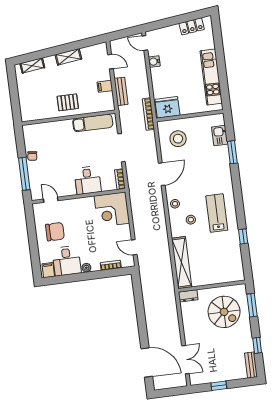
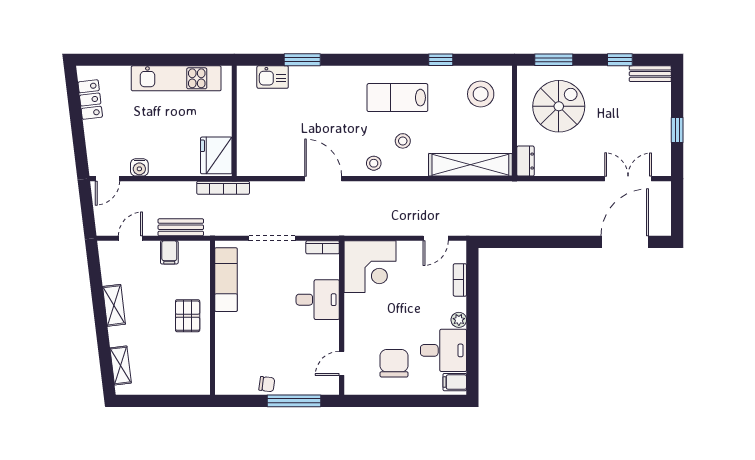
stool: (178, 139) -> (481, 94), moved

